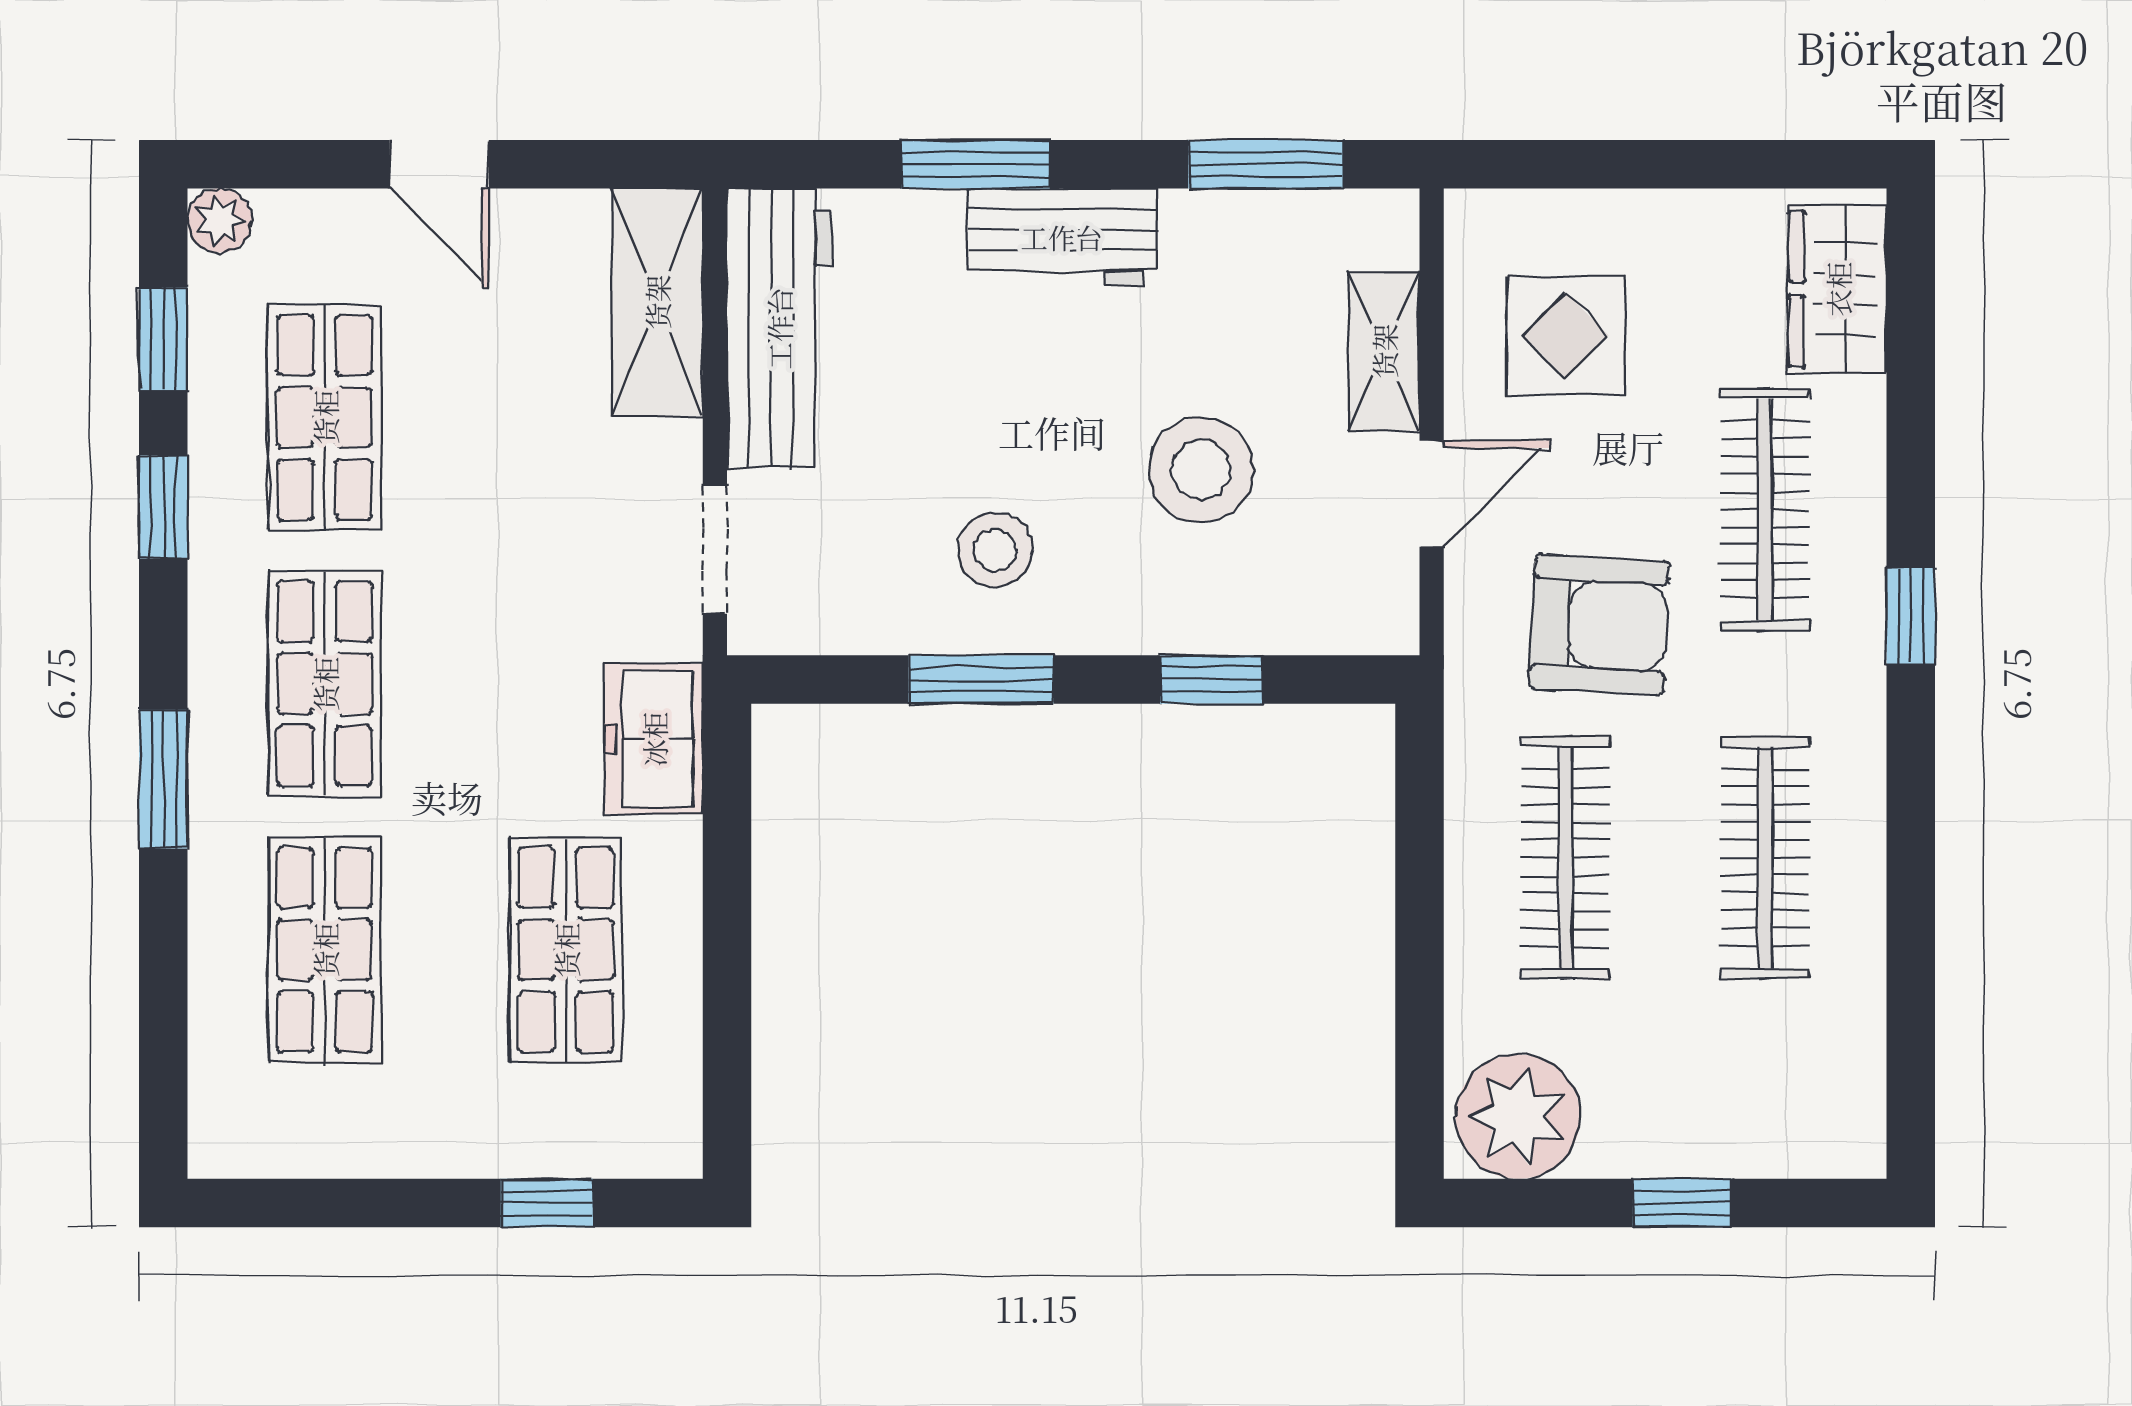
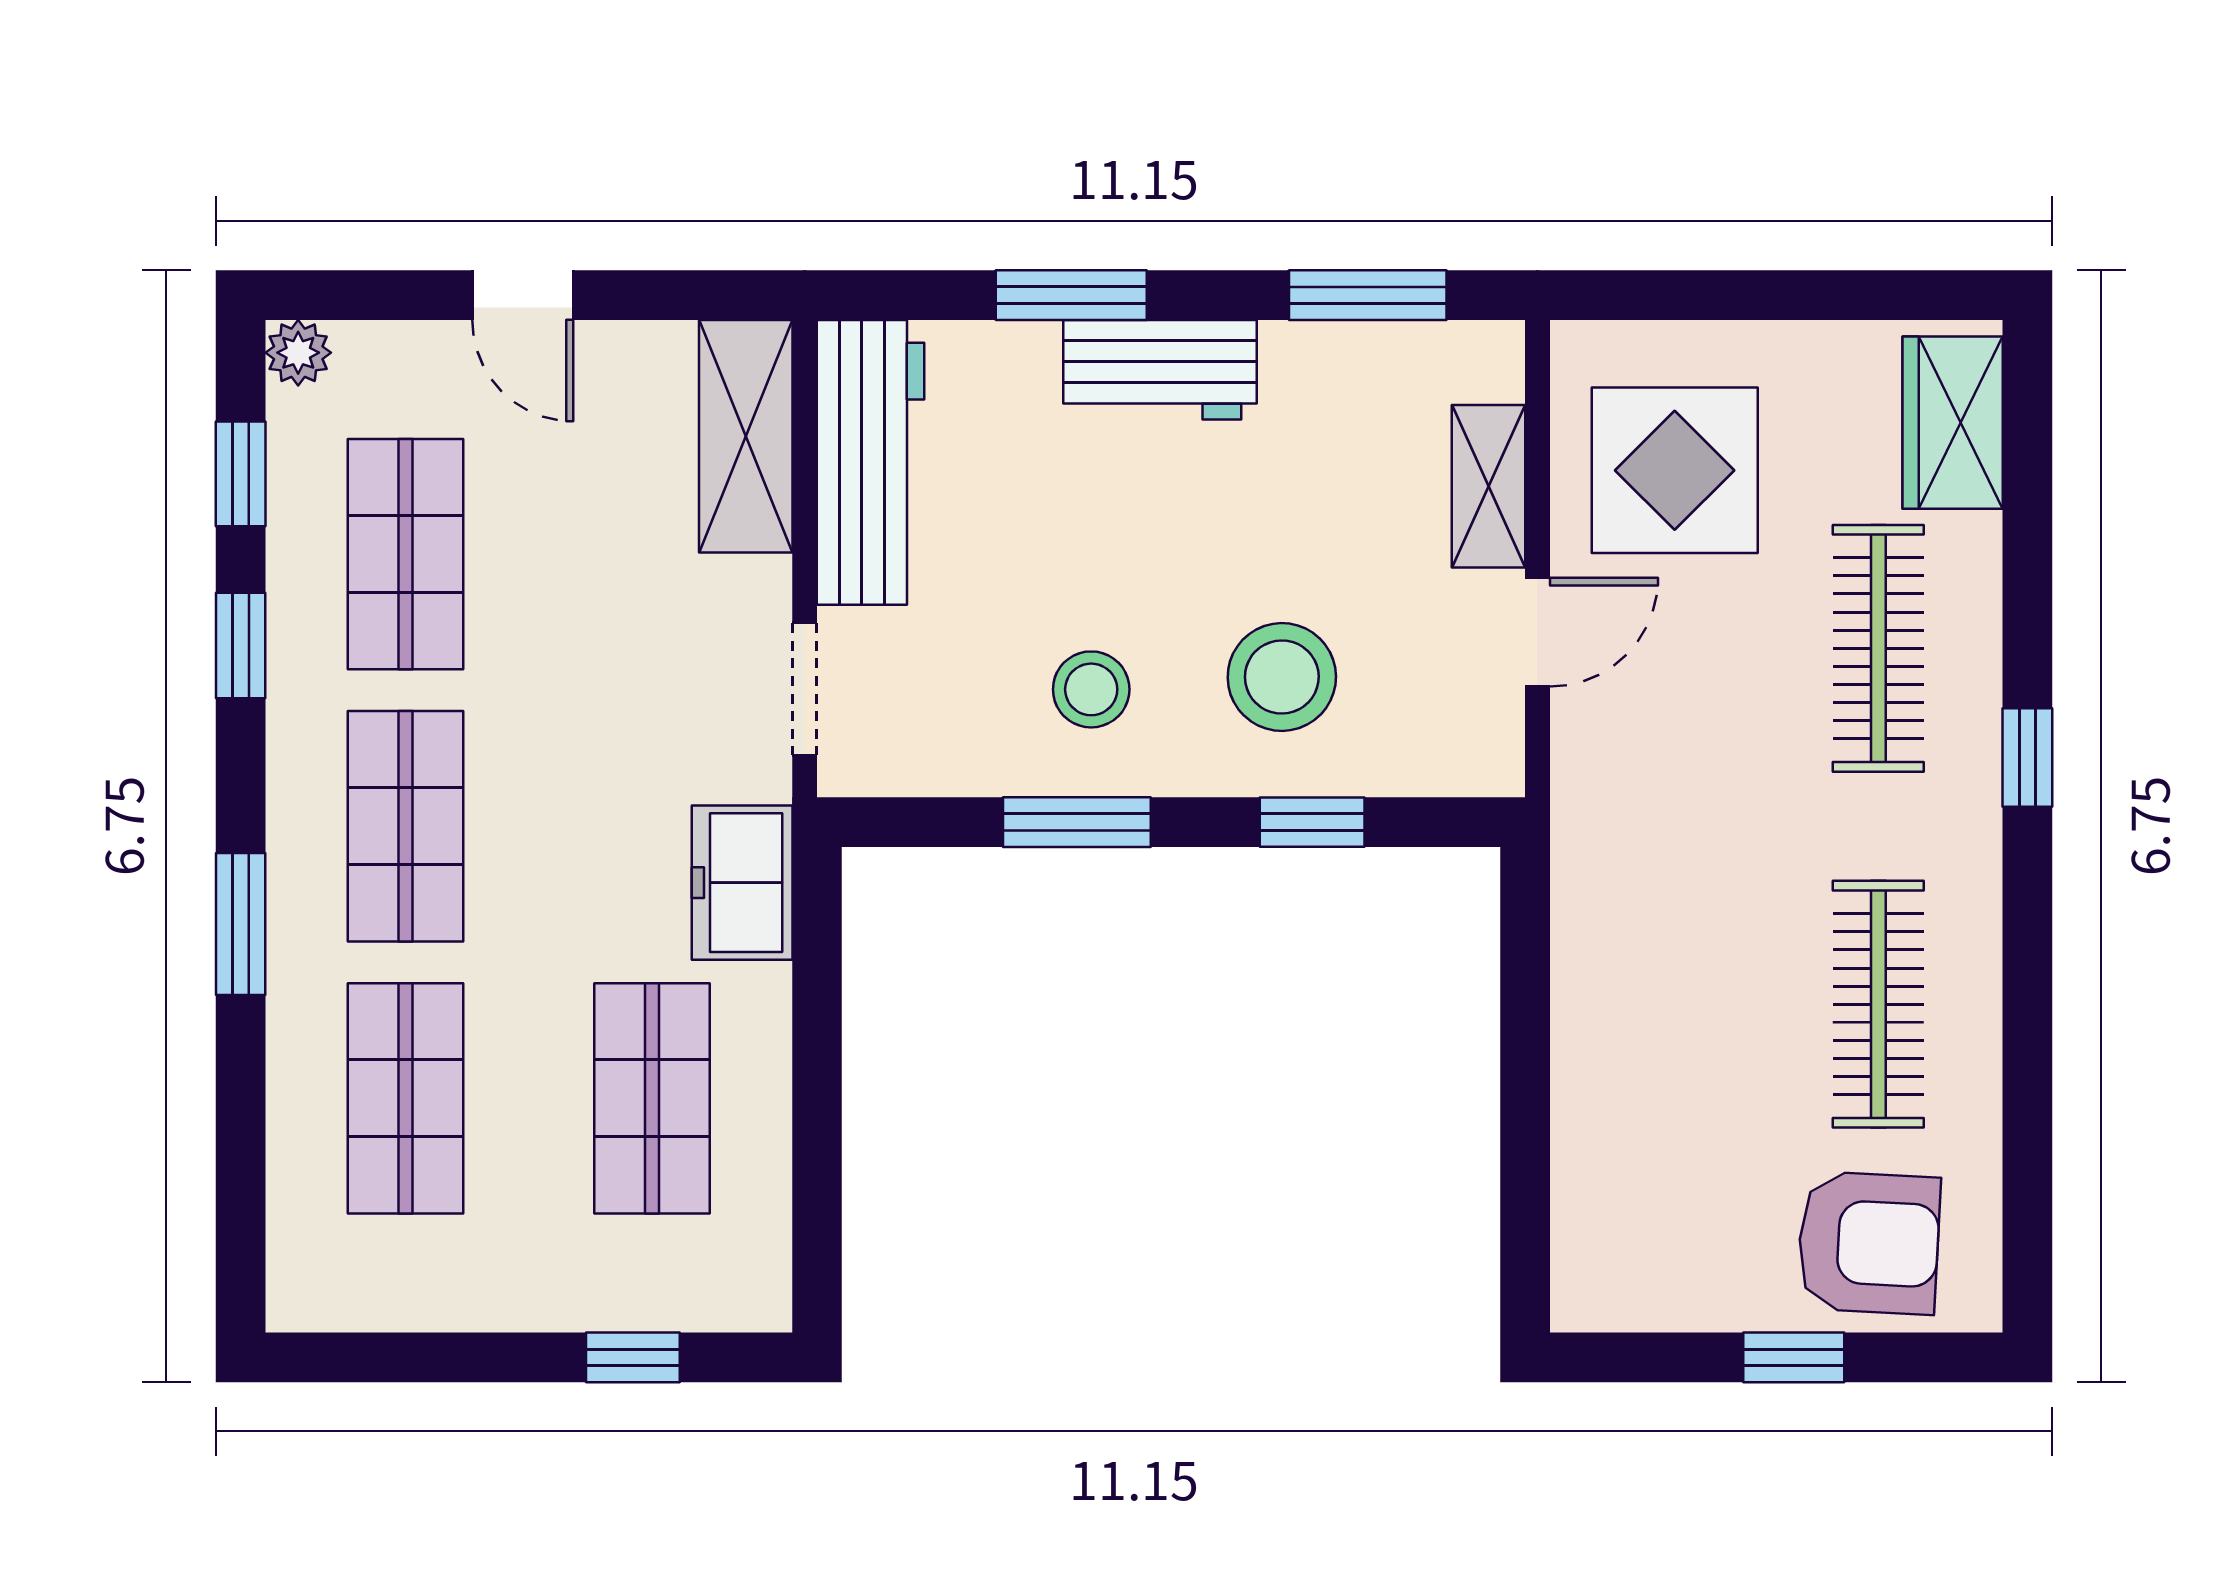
display table: (1566, 335) -> (1675, 470), width x1.36, depth x1.36
stool: (1201, 470) -> (1282, 677), moved
armchair: (1599, 625) -> (1869, 1243), moved
clothes rail: (1565, 858) -> (1674, 1004), removed
plant: (1518, 1117) -> (1626, 1269), removed

